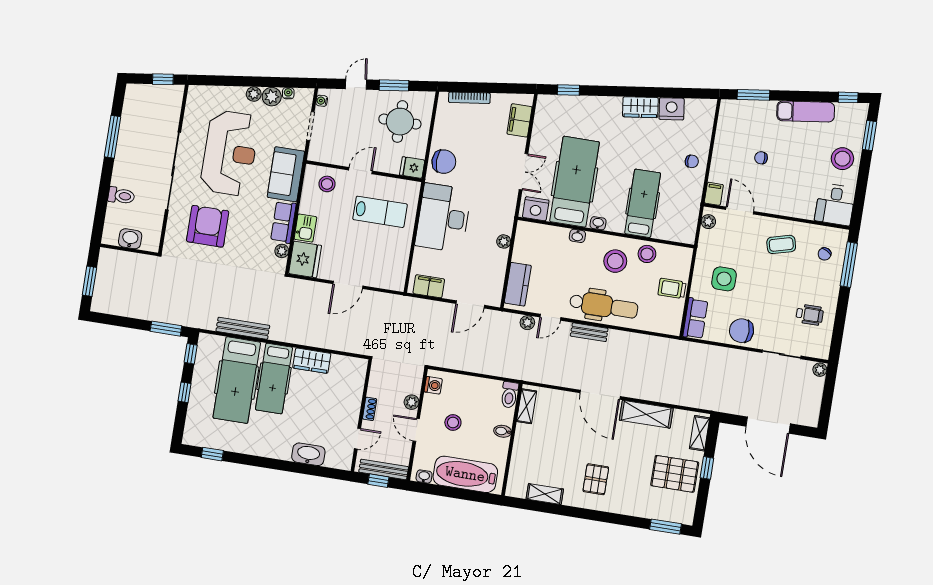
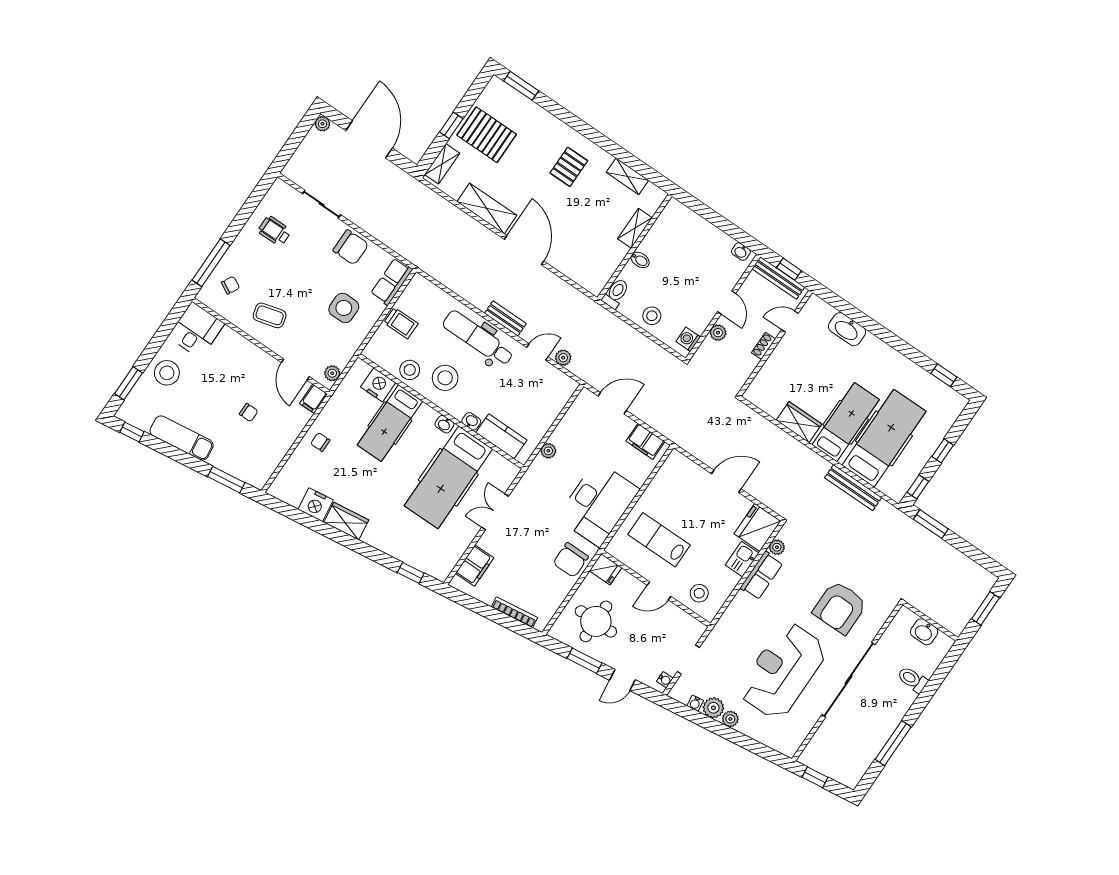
chair: (444, 162) -> (571, 560), turned -90
sofa: (286, 174) -> (736, 623), removed
nightstand: (536, 209) -> (378, 385), moved
kitchen counter: (518, 284) -> (501, 436), moved, turned 90
plant: (820, 370) -> (322, 124), moved
shelving: (527, 406) -> (635, 228), moved
stool: (453, 422) -> (652, 316), moved
bathtub: (465, 474) -> (698, 234), removed

